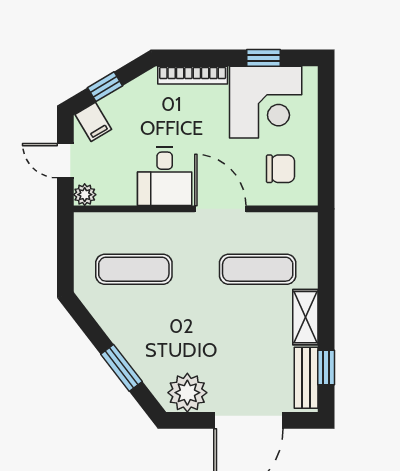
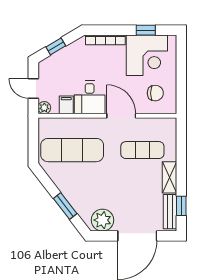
filing cabinet: (93, 122) -> (66, 105), moved, turned -149
exercise mat: (134, 269) -> (72, 150), width x1.36, depth x1.45

